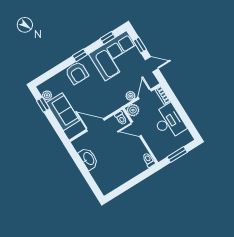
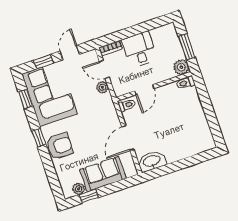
plant: (133, 110) -> (181, 67), moved
desk: (169, 122) -> (139, 50), width x0.73
washbasin: (88, 159) -> (152, 161), moved

